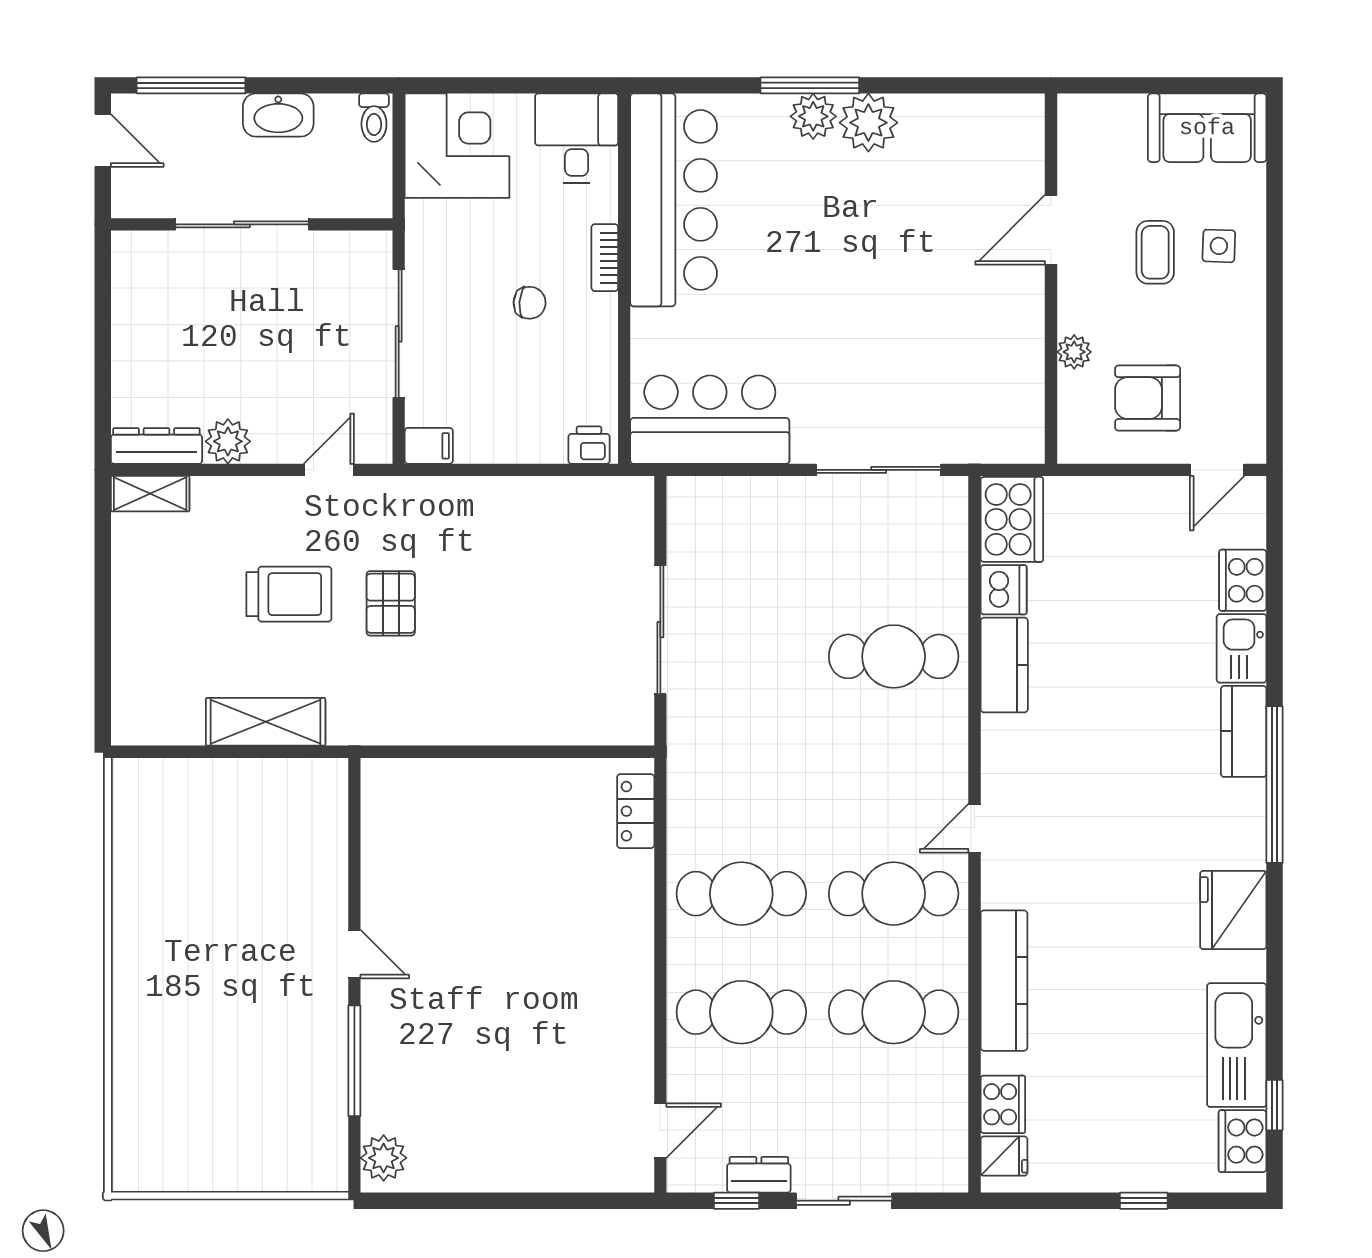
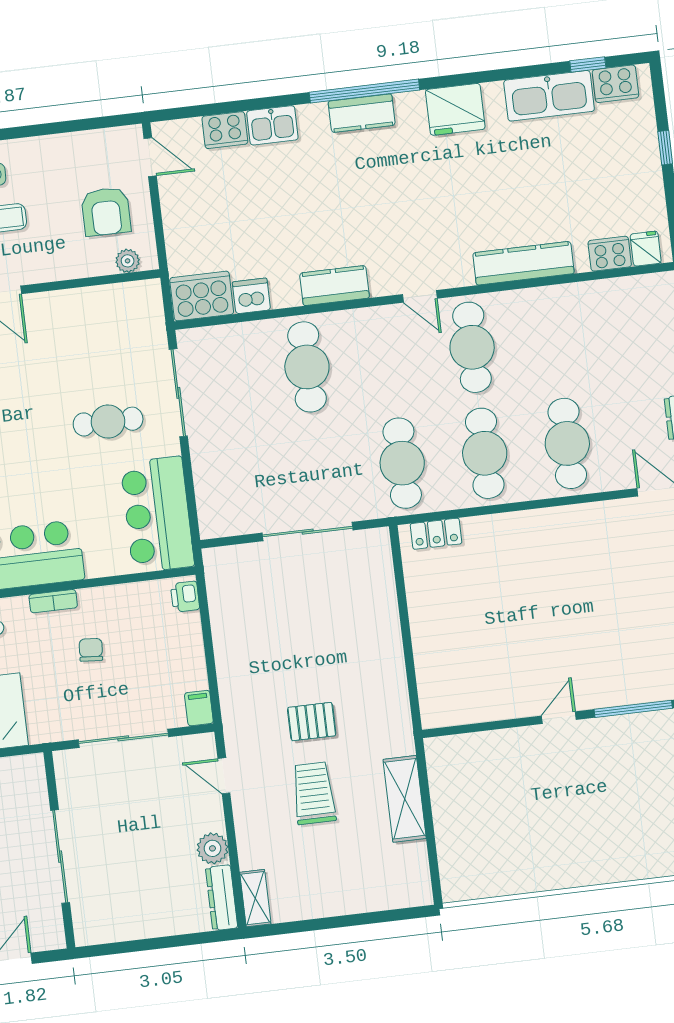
plant: (1074, 352) -> (128, 261), moved
cafe table: (850, 366) -> (108, 422), added
kitchen counter: (1004, 665) -> (335, 286), moved
kitchen counter: (1244, 731) -> (362, 113), moved
cafe table: (894, 1012) -> (402, 463), moved

